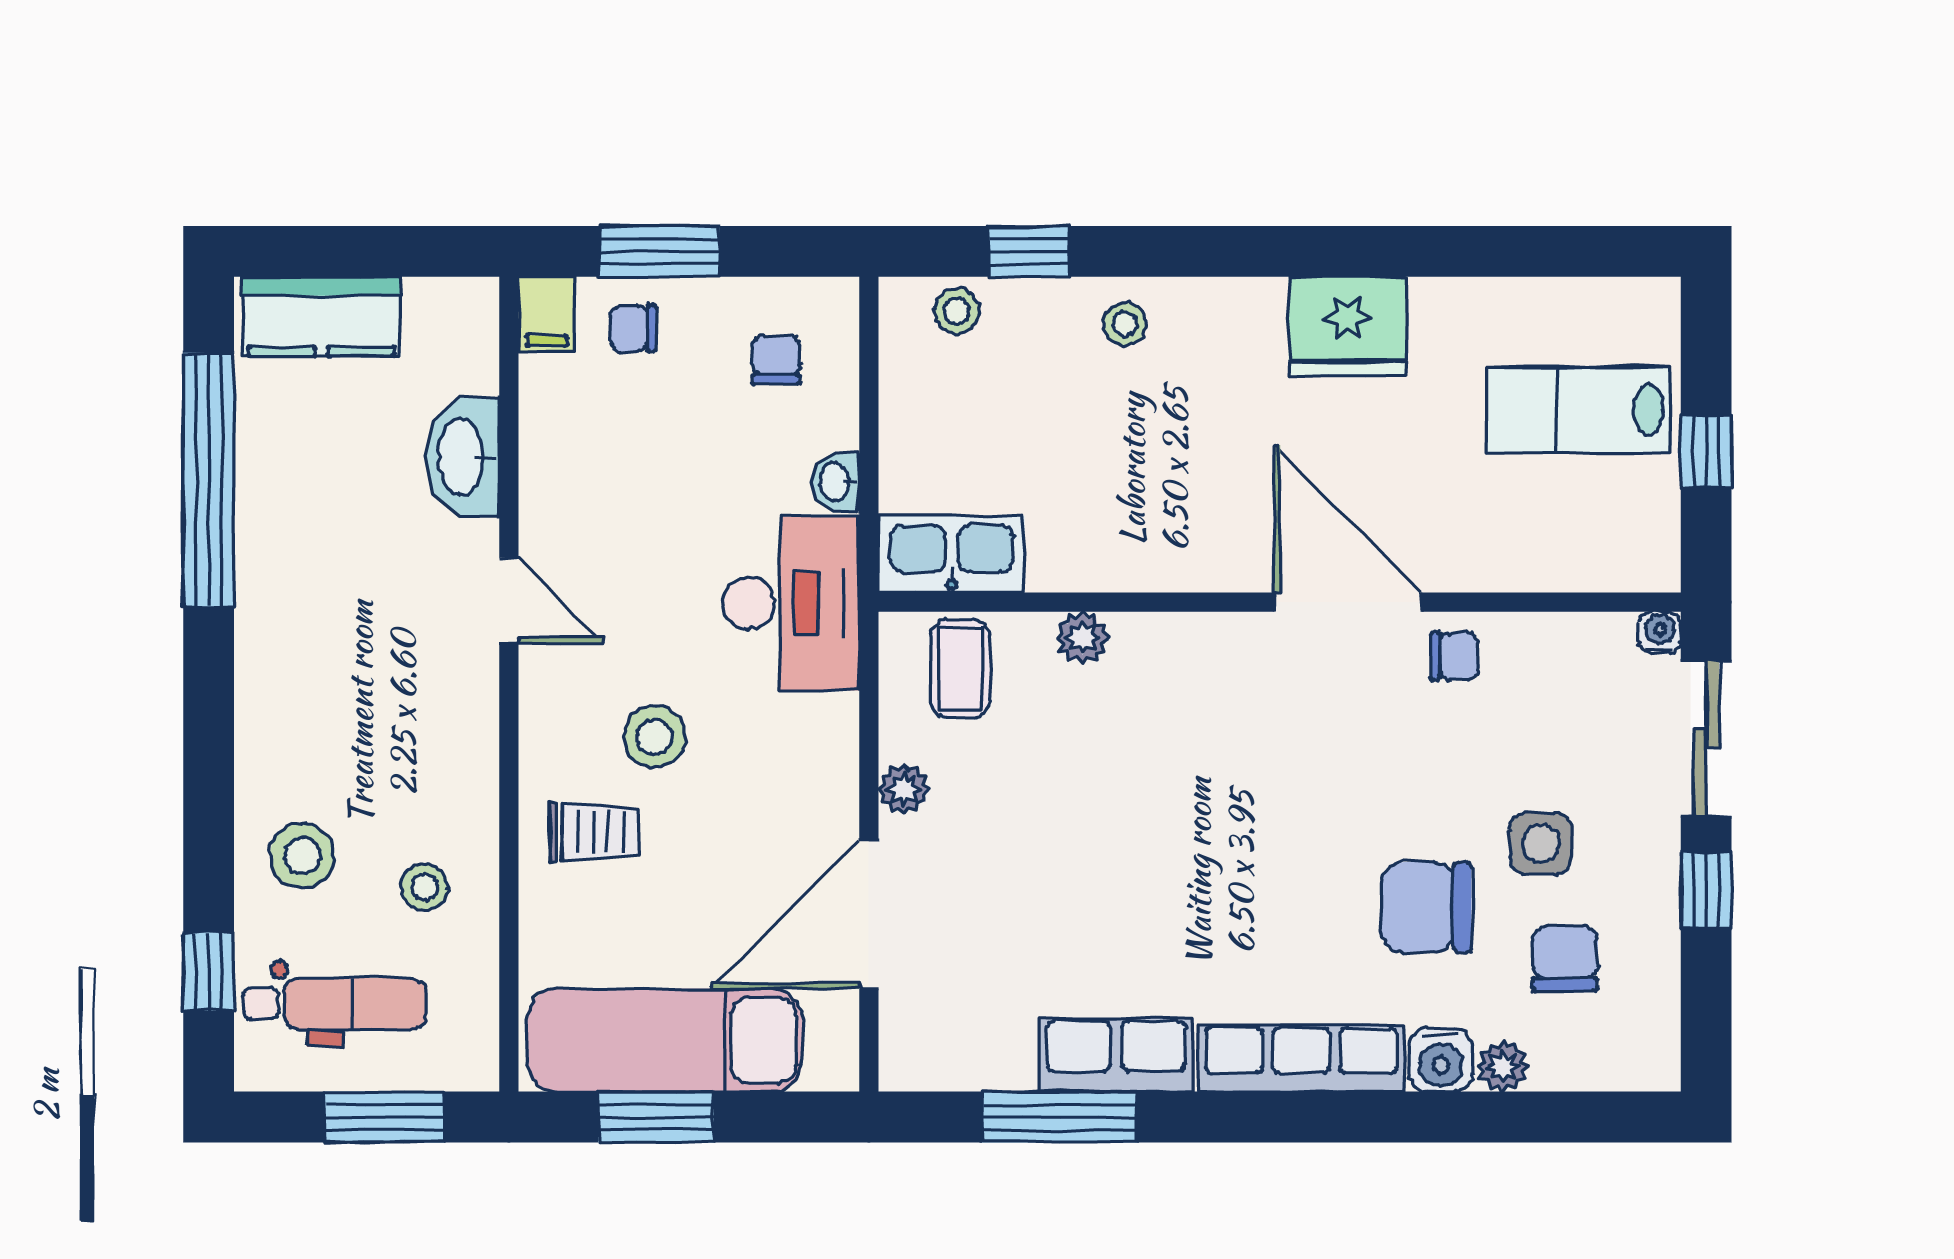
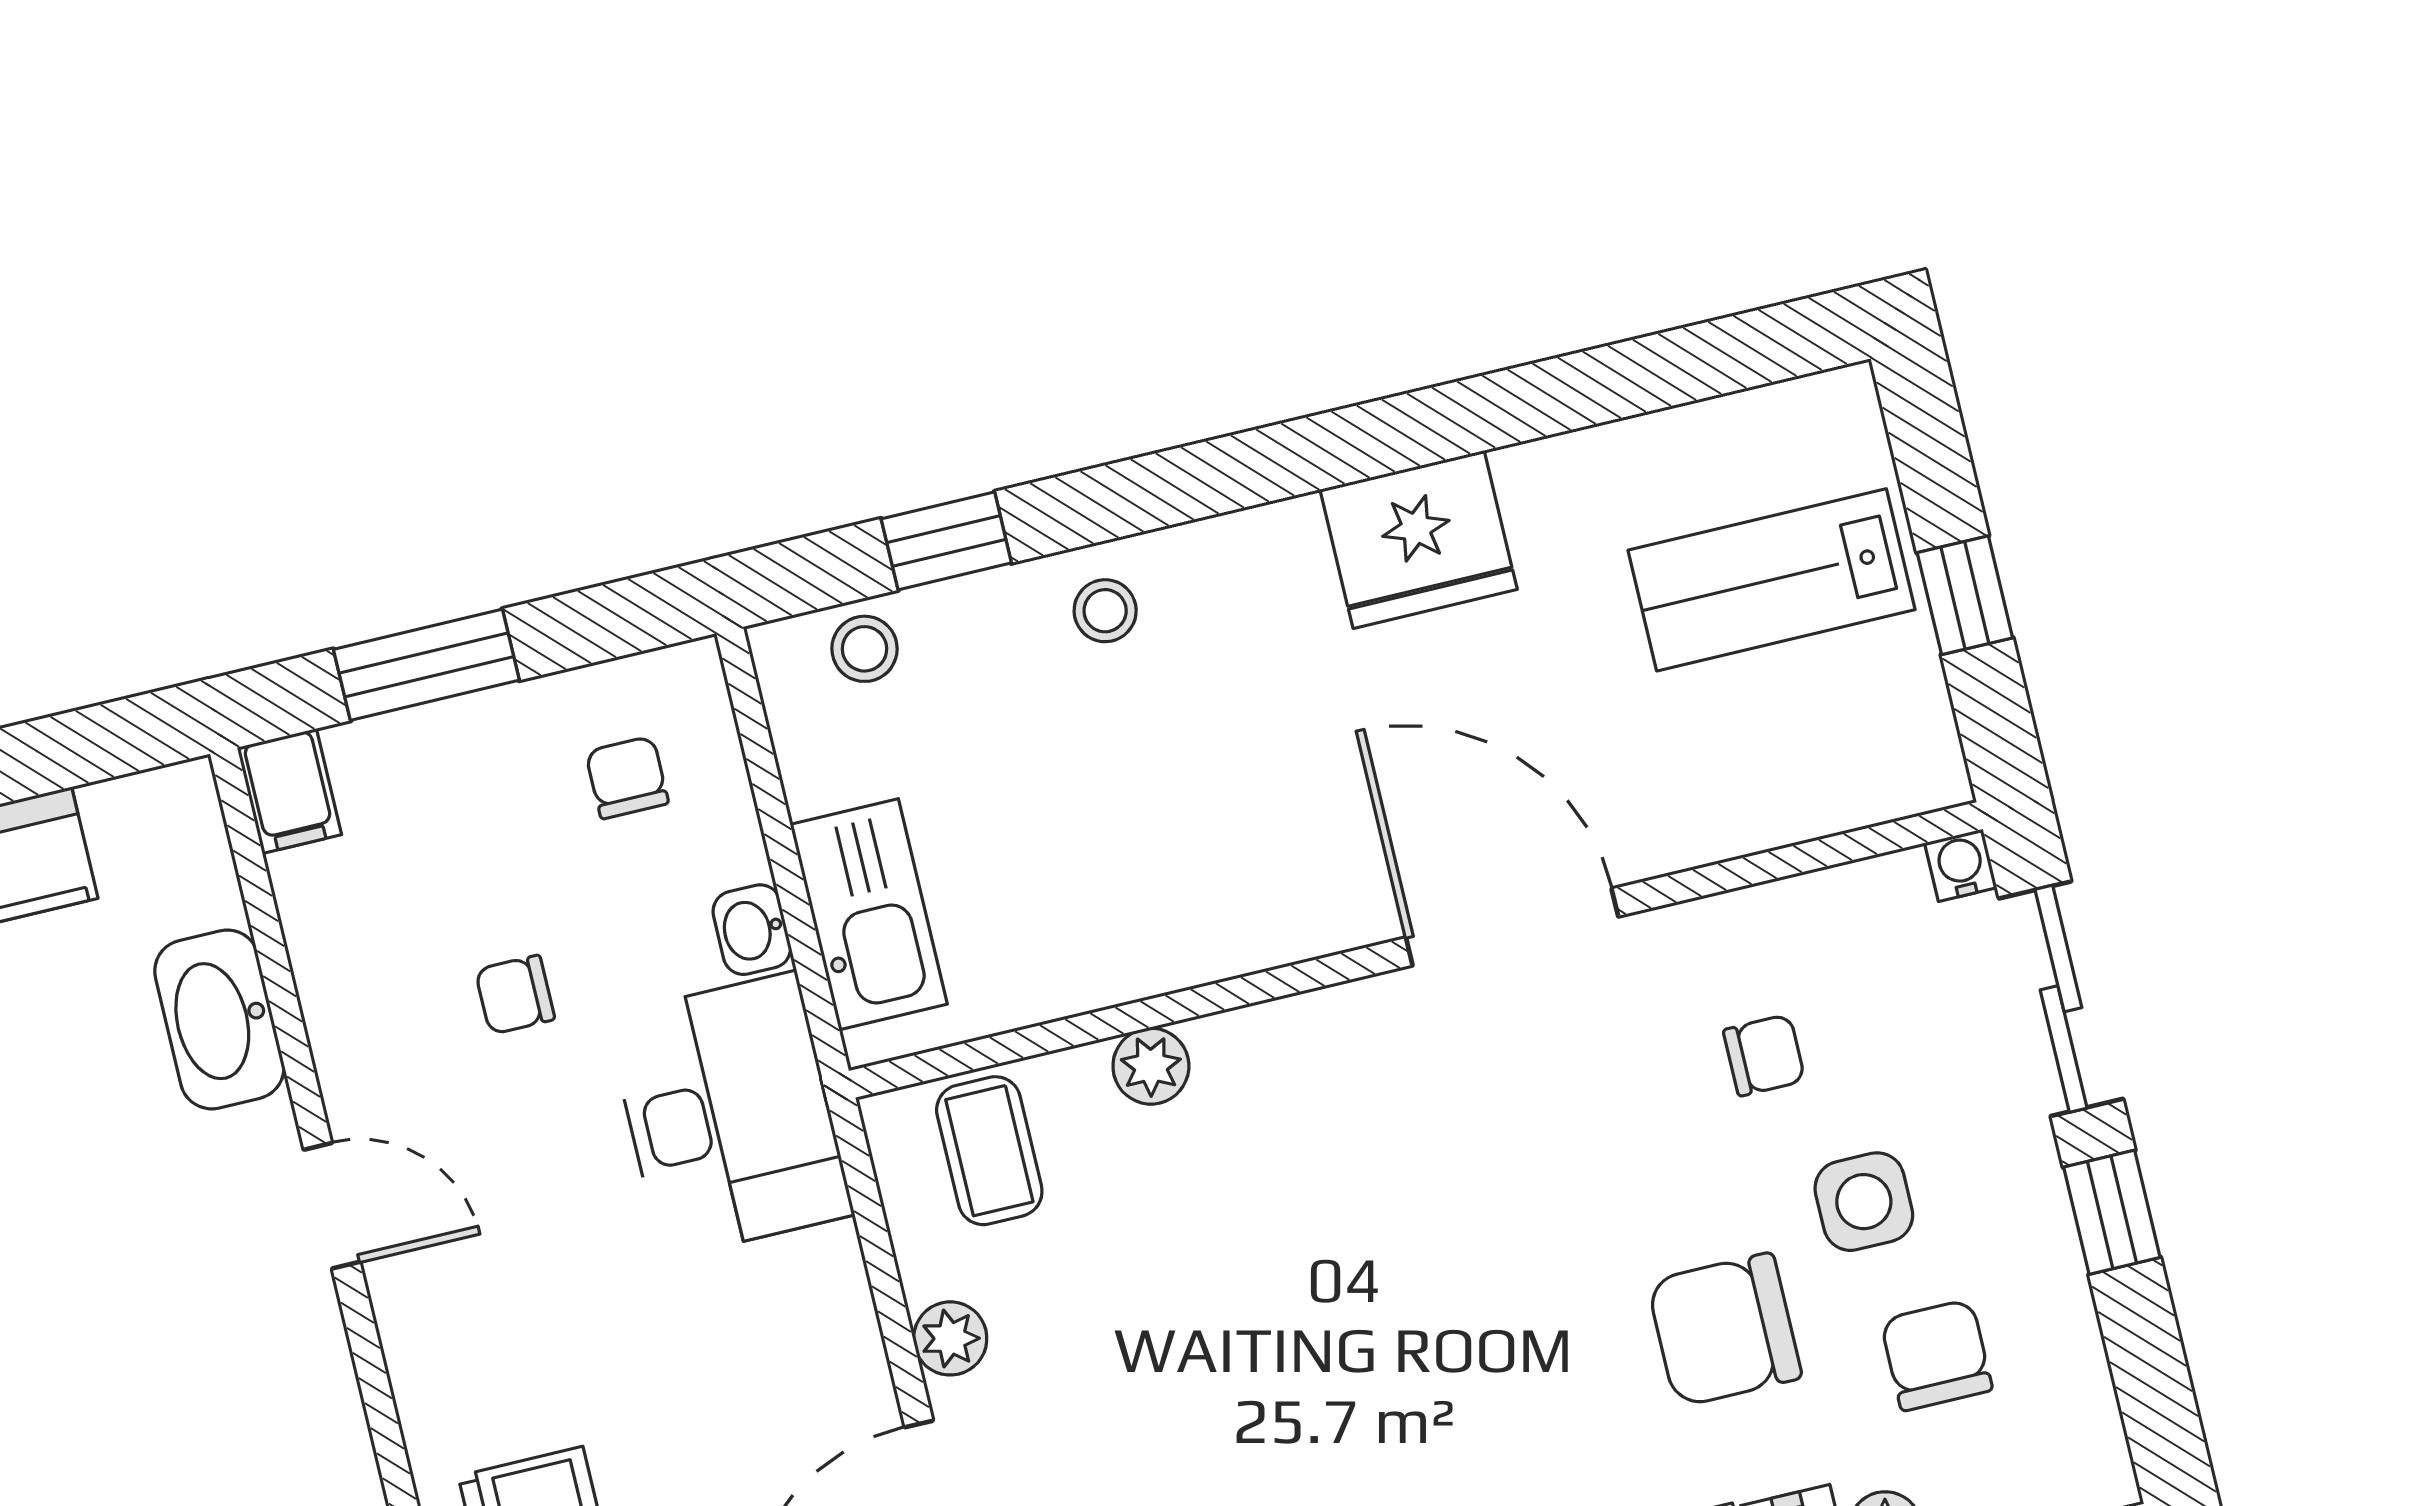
chair: (633, 329) -> (515, 995), moved
kitchen sink: (952, 554) -> (869, 914), moved, turned 90
chair: (1454, 656) -> (1764, 1055), moved
stool: (655, 737) -> (582, 1348), removed

